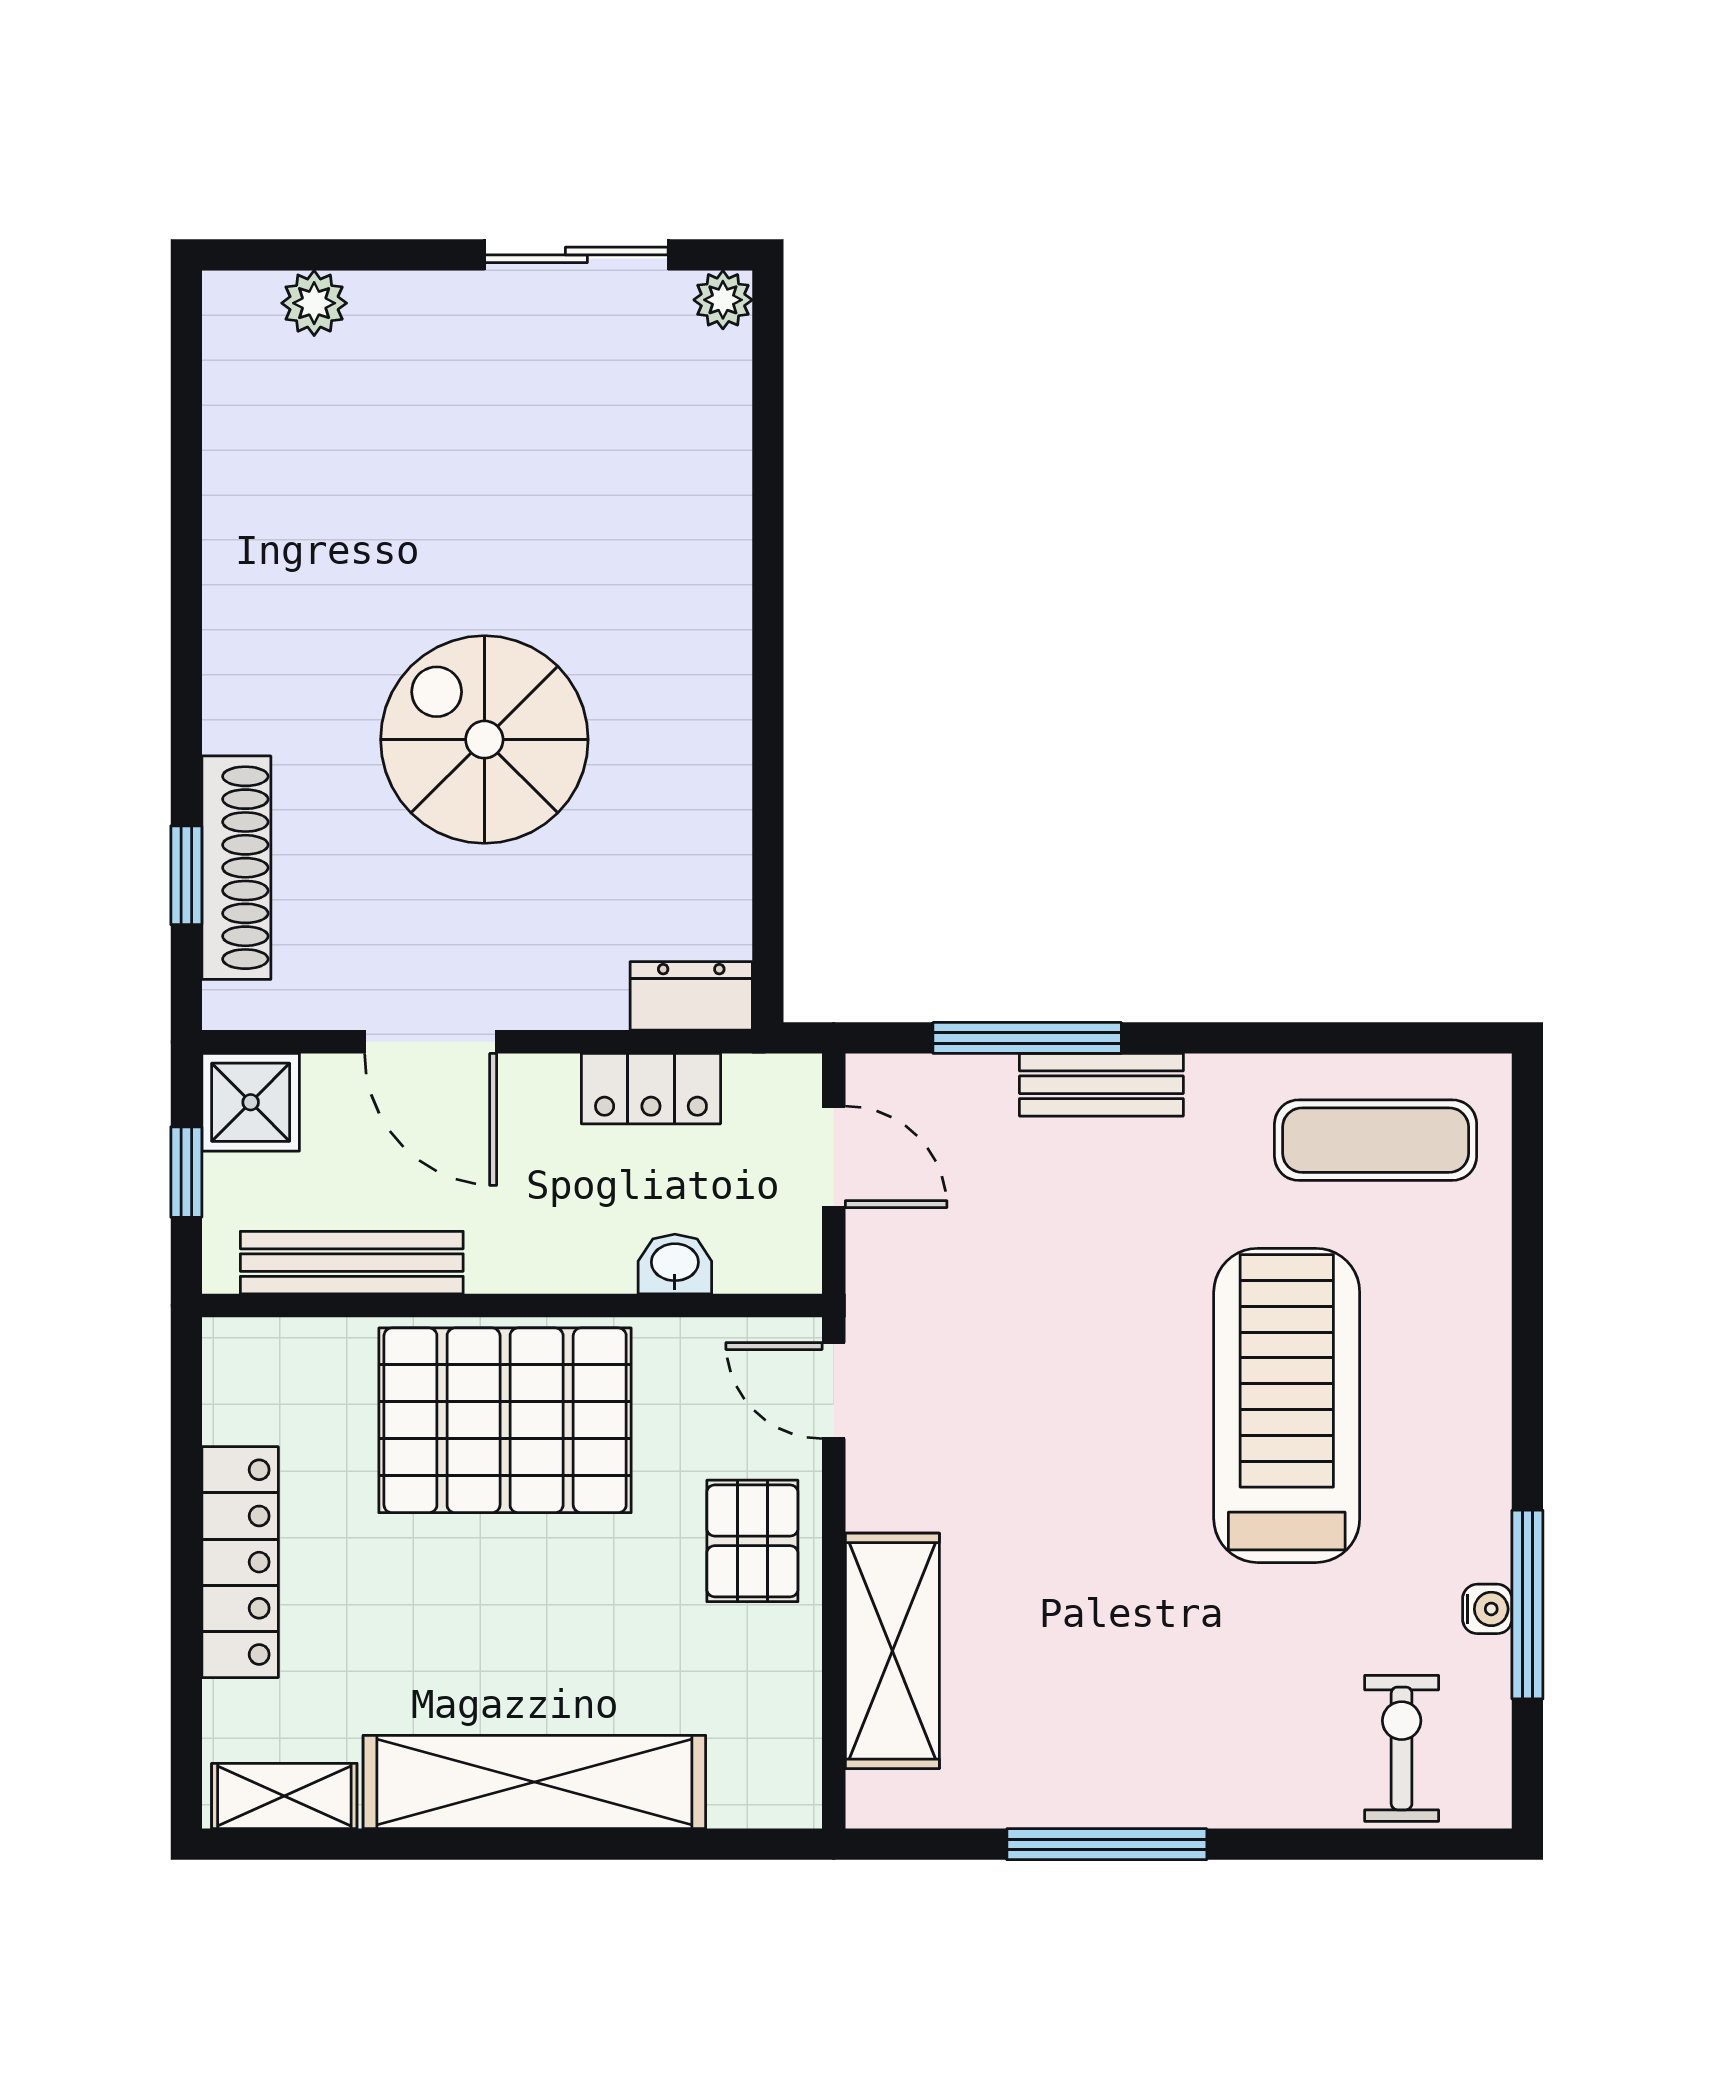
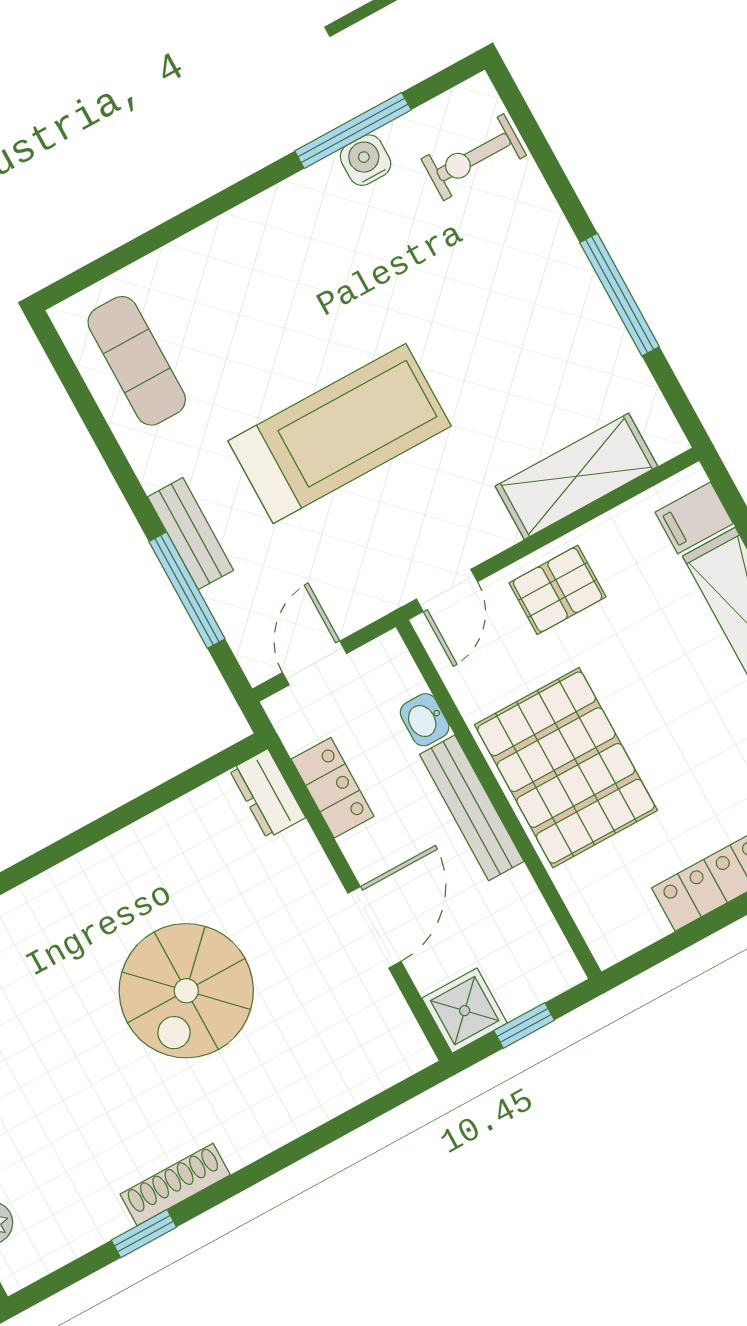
shoe rack: (236, 868) -> (175, 1184), moved, width x0.74, depth x0.81
window: (186, 875) -> (144, 1234), moved
bench: (352, 1263) -> (472, 808), moved
treadmill: (1287, 1405) -> (340, 433), moved, turned 180
water cooler: (1487, 1609) -> (366, 160), width x1.38, depth x1.38
filing cabinet: (749, 1780) -> (694, 518), added

